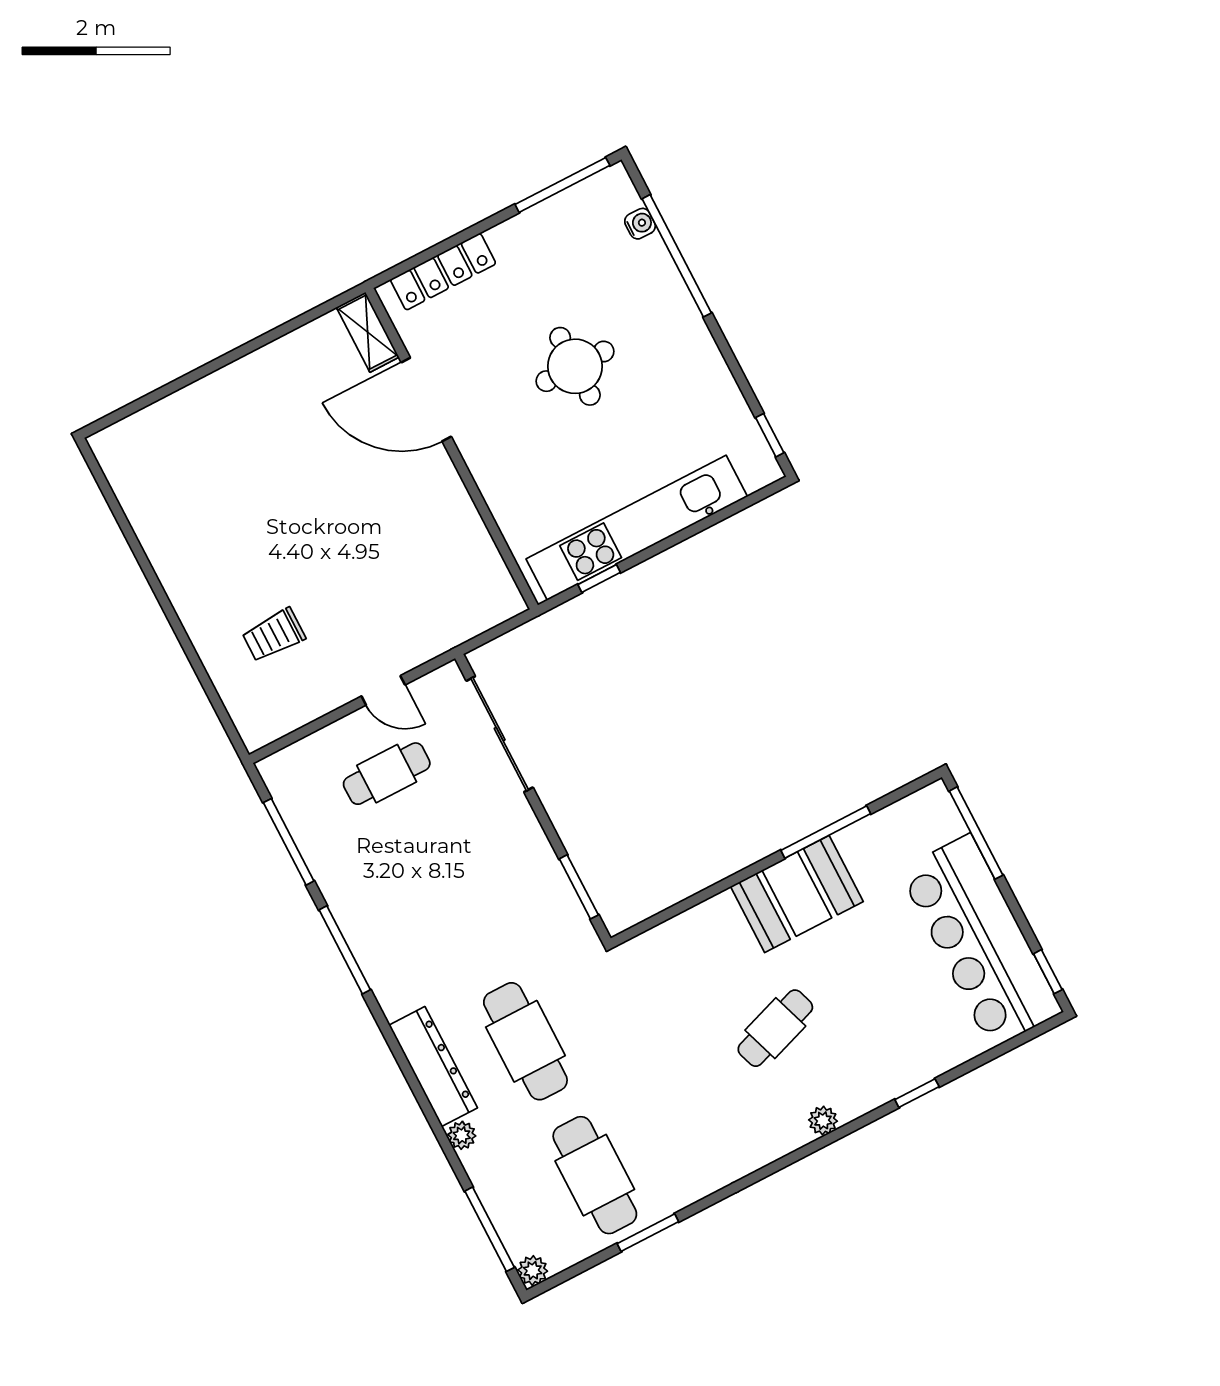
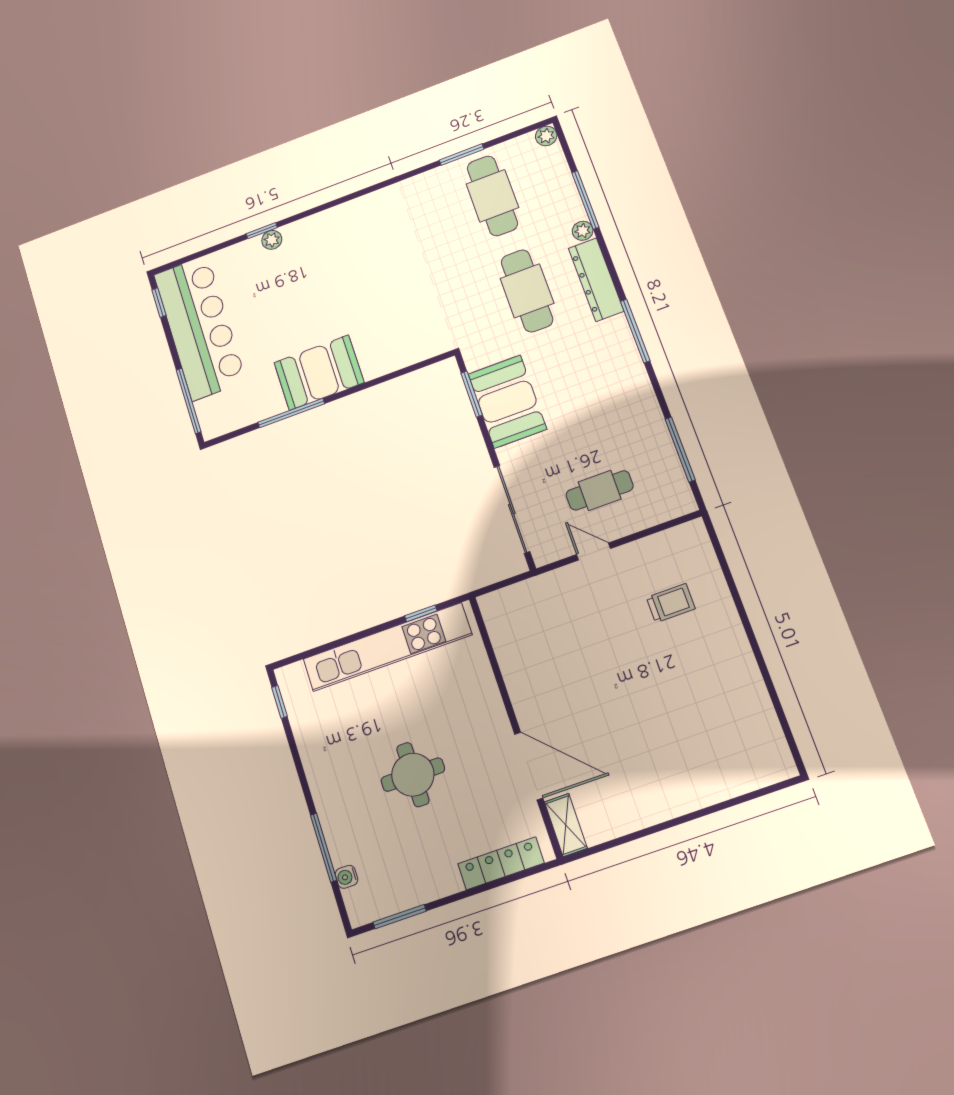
window: (562, 185) -> (400, 917), width x0.69
window: (677, 256) -> (324, 848), width x0.68
booth: (528, 882) -> (507, 402), added
window: (345, 950) -> (635, 331), moved
cafe table: (775, 1028) -> (350, 283), removed
plant: (823, 1121) -> (272, 240), moved
window: (490, 1229) -> (585, 200), moved

